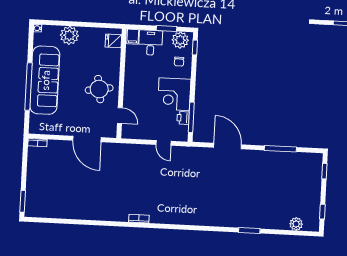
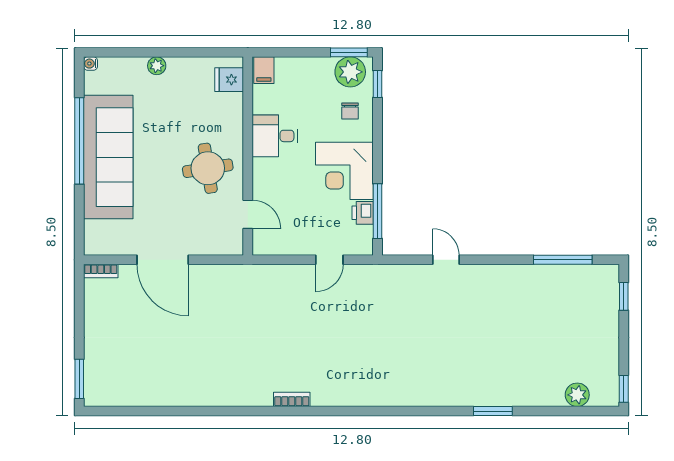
window: (166, 29) -> (349, 52), moved
plant: (69, 35) -> (157, 66), width x0.53, depth x0.53
desk: (151, 43) -> (275, 136), moved, turned -90
window: (28, 87) -> (79, 141), moved
door: (87, 139) -> (163, 260), moved
door: (163, 143) -> (329, 260), hinge flipped
door: (228, 146) -> (446, 260), width x0.53
window: (280, 149) -> (563, 260), moved
window: (322, 212) -> (624, 389), moved

